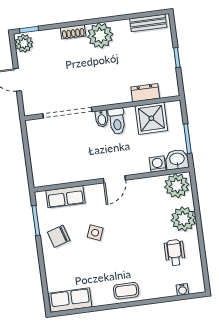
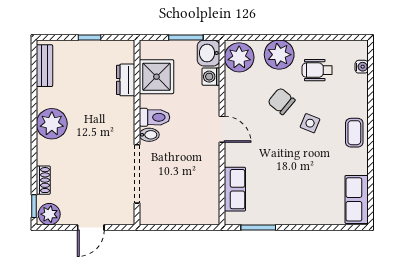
shoe rack: (73, 32) -> (43, 180), moved
side table: (95, 233) -> (310, 123), moved
chair: (59, 236) -> (281, 101), moved, turned 147

